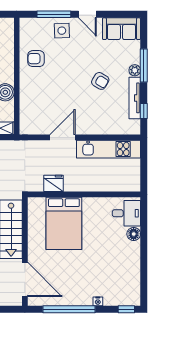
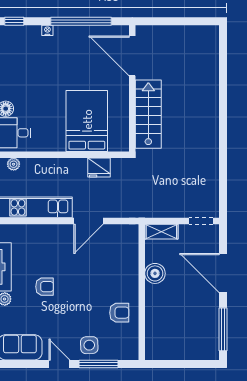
armchair: (100, 81) -> (45, 287), turned 149
plant: (127, 186) -> (14, 164), added

